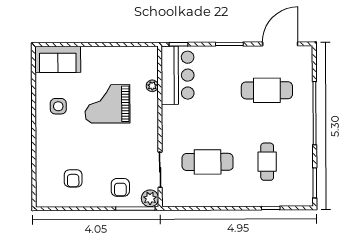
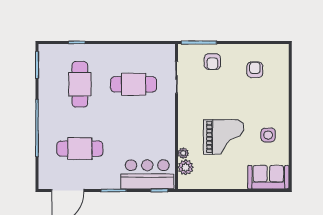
bar counter: (178, 75) -> (147, 174), moved, turned 90
cafe table: (267, 162) -> (80, 84), width x1.37, depth x1.35
armchair: (120, 187) -> (212, 62), turned 180
plant: (150, 198) -> (186, 167), moved

